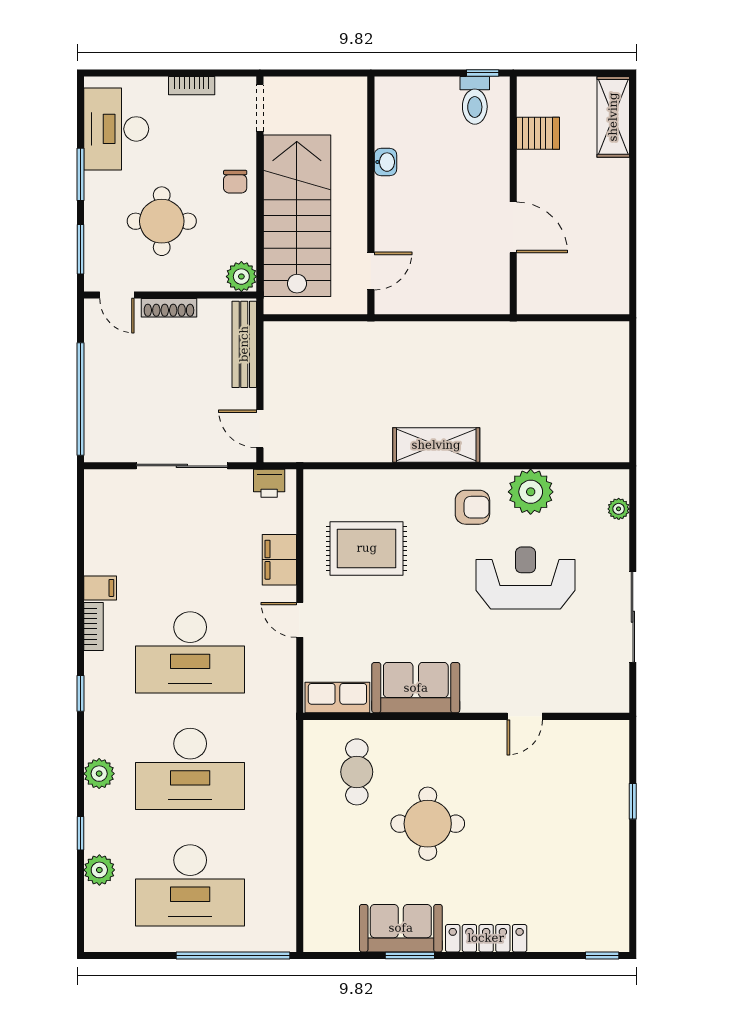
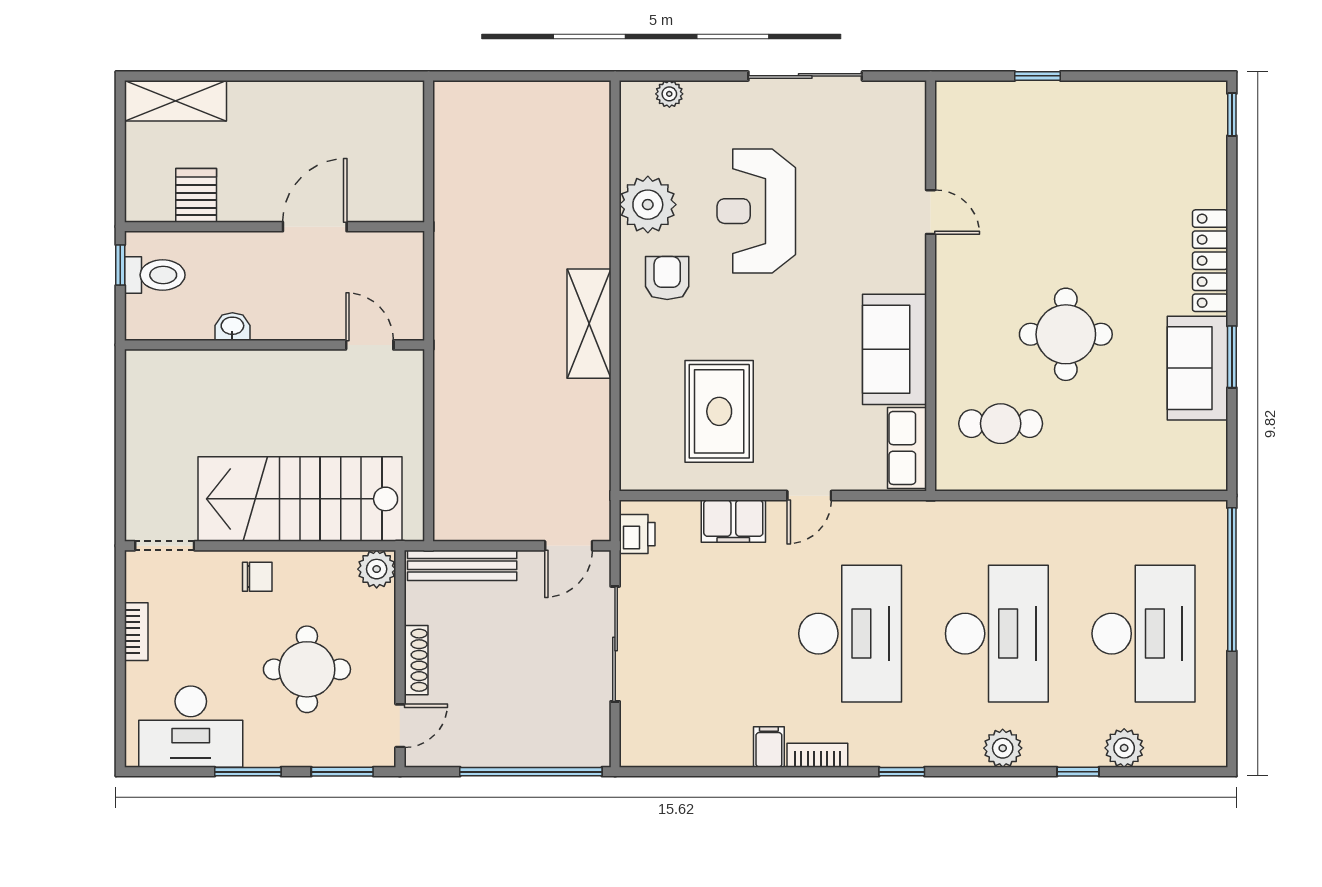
washbasin: (385, 162) -> (232, 327), moved
wall: (371, 195) -> (274, 345), moved
door: (371, 271) -> (370, 345), moved

